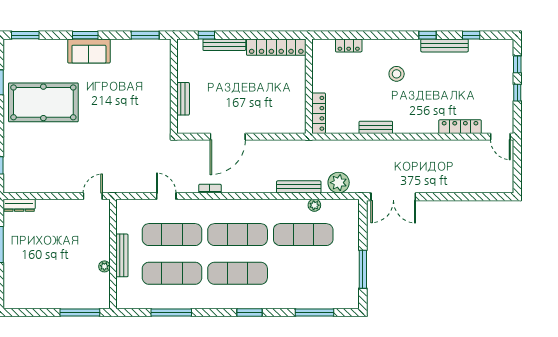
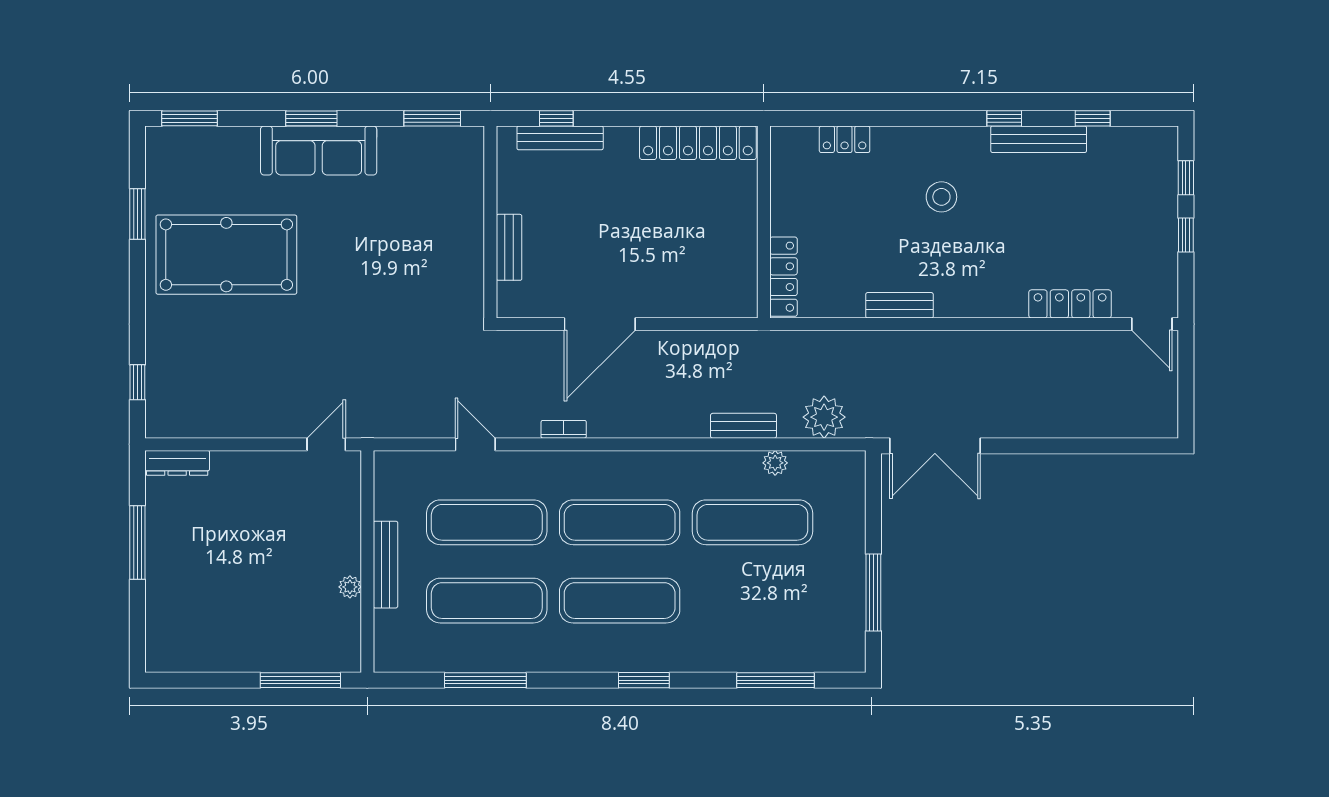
bench: (224, 45) -> (560, 138), moved
sofa: (89, 51) -> (319, 150), width x1.36
bench: (299, 187) -> (743, 426), width x0.73

